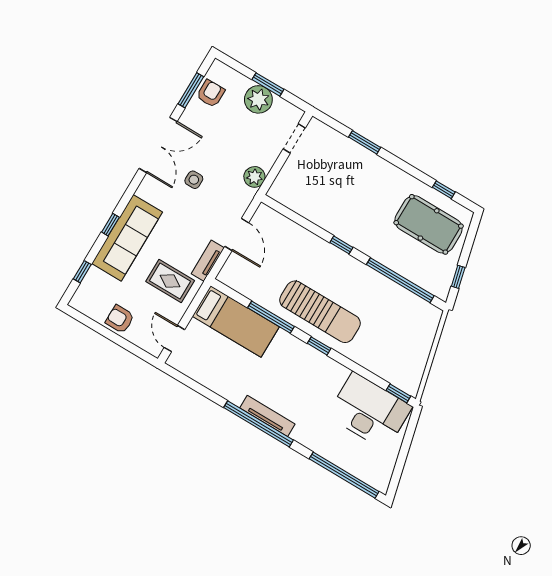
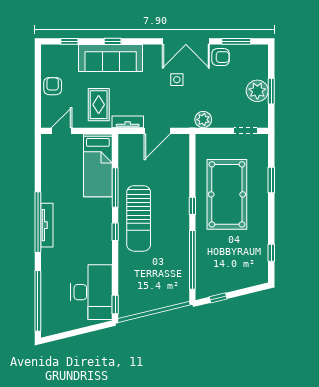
armchair: (211, 93) -> (221, 57), moved
pool table: (429, 224) -> (227, 194), moved, width x1.36, depth x1.32

